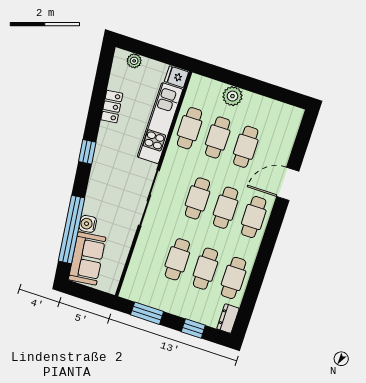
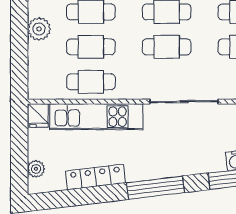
plant: (232, 96) -> (39, 29), moved
locker: (112, 107) -> (96, 177), width x1.53
window: (87, 152) -> (155, 188), width x2.17

